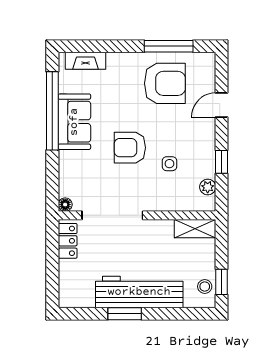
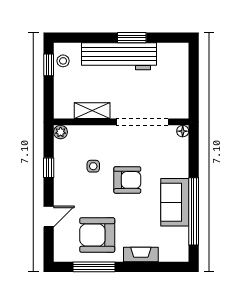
fireplace: (85, 61) -> (141, 254), moved
plant: (208, 187) -> (61, 132), moved
shelving: (195, 229) -> (92, 111), moved
locker: (68, 241) -> (181, 100), removed

